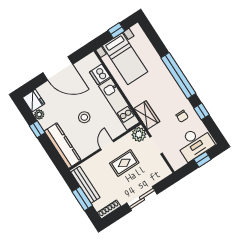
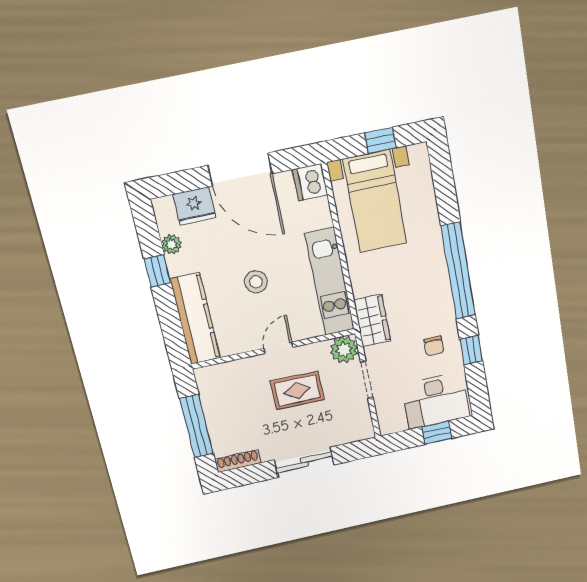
dishwasher: (100, 74) -> (310, 182), moved
fridge: (34, 101) -> (194, 206), moved, turned 90
bench: (85, 185) -> (212, 404), removed
window: (82, 199) -> (197, 426), width x1.44

